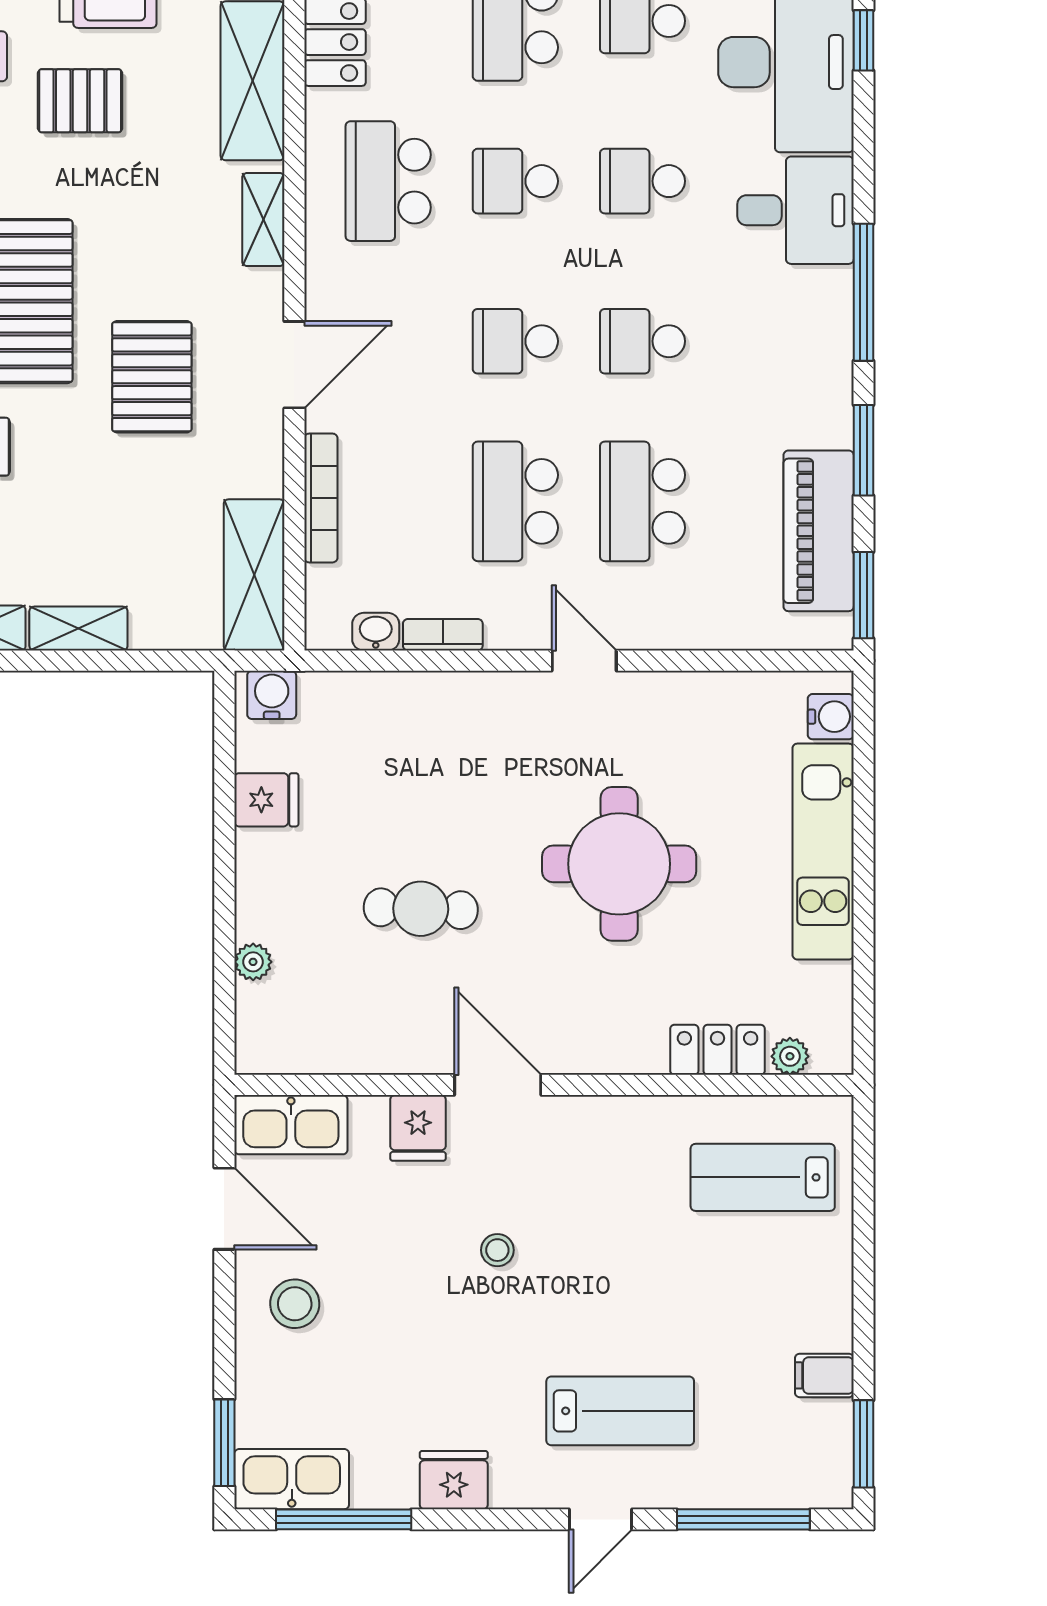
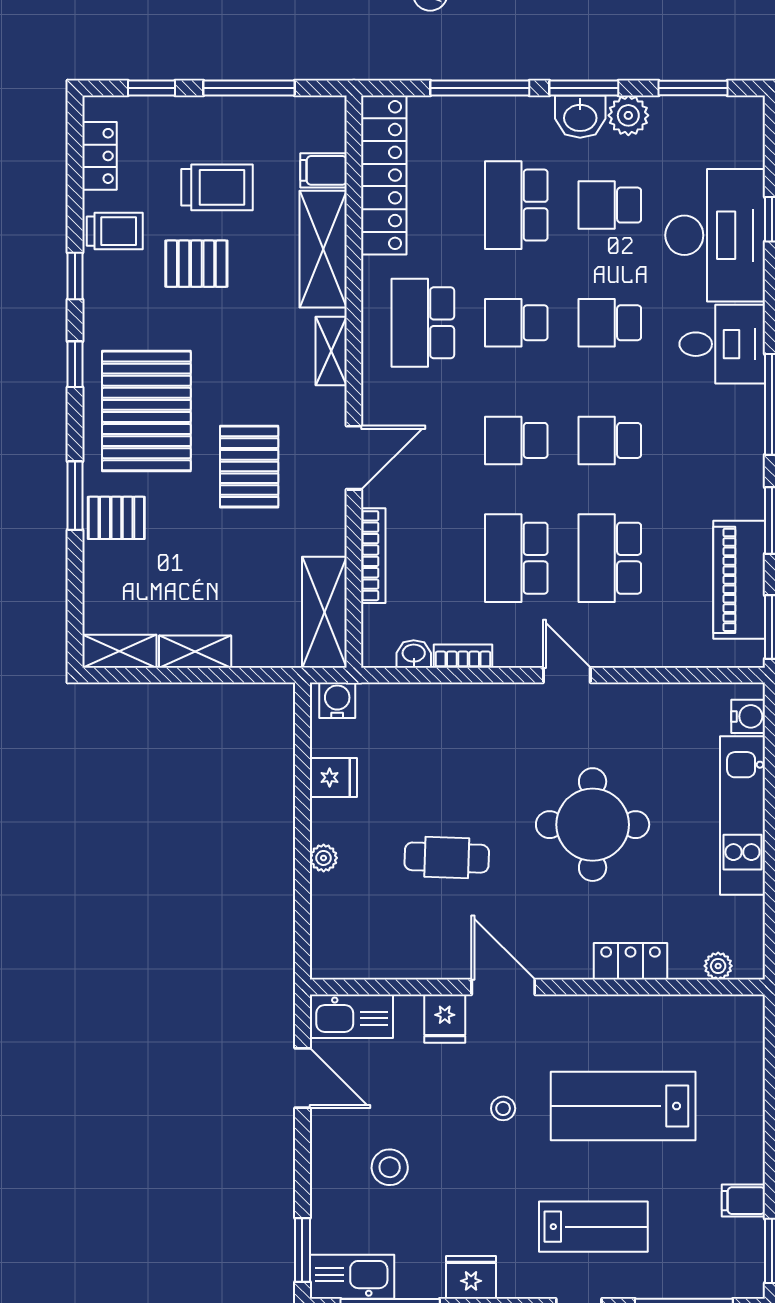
plant: (253, 962) -> (324, 858), moved
locker: (718, 1050) -> (631, 961), moved
lab bench: (763, 1177) -> (623, 1106), moved, width x1.36, depth x1.39
stool: (295, 1304) -> (390, 1167), moved

